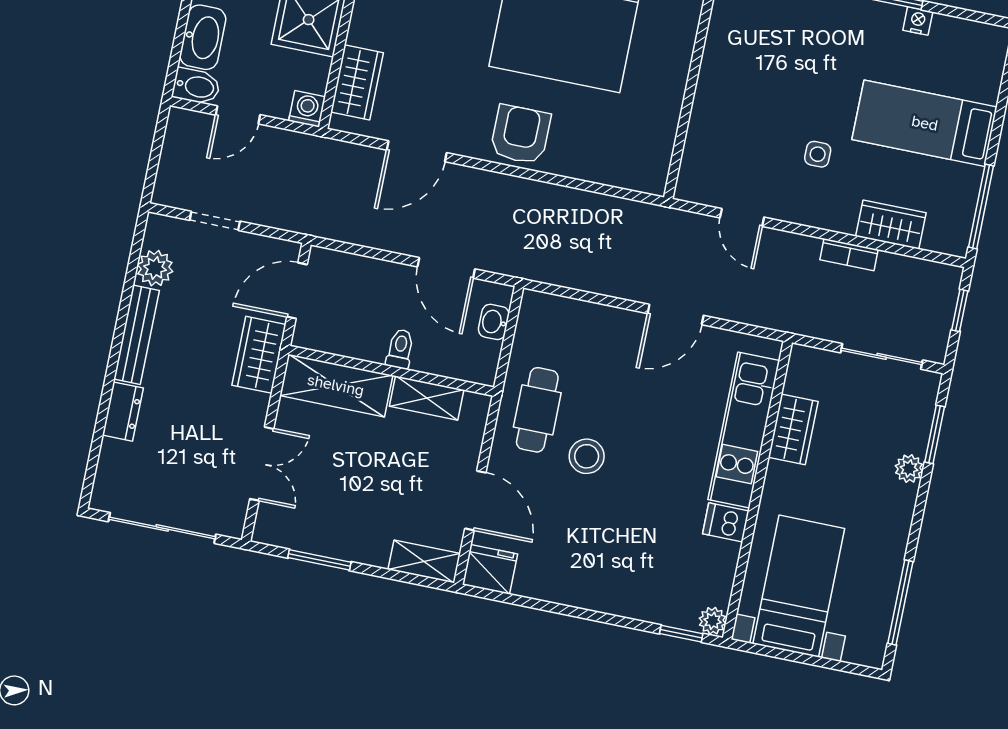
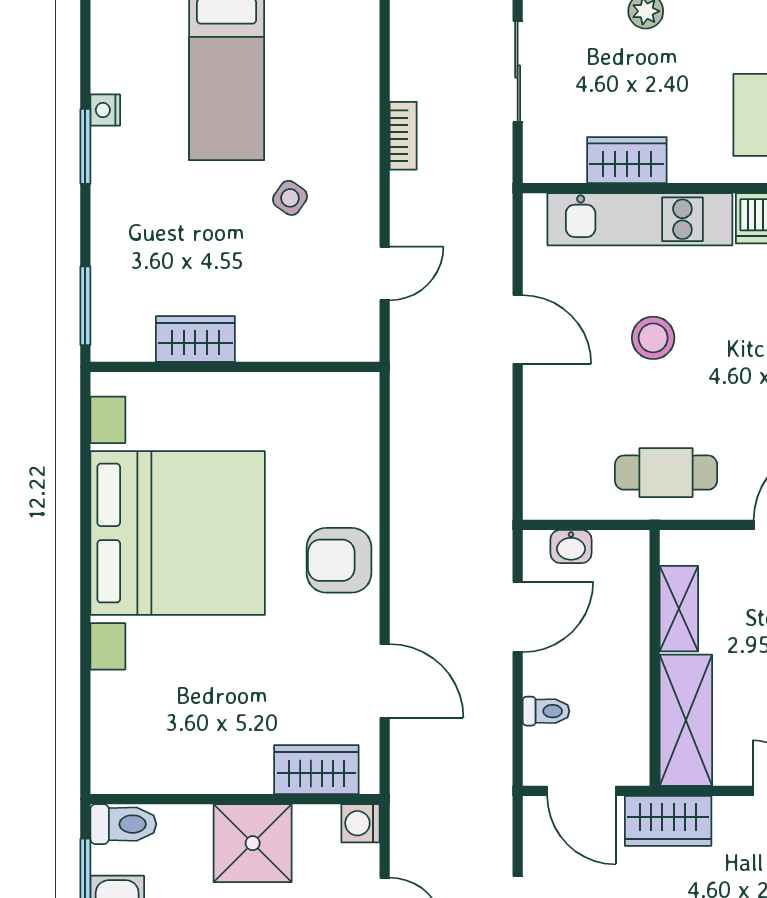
side table: (818, 154) -> (290, 198), turned 35
wardrobe: (891, 225) -> (195, 339), moved, turned 90
toilet: (400, 349) -> (546, 711), moved, turned 180
stool: (587, 456) -> (653, 338), moved

